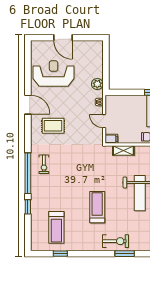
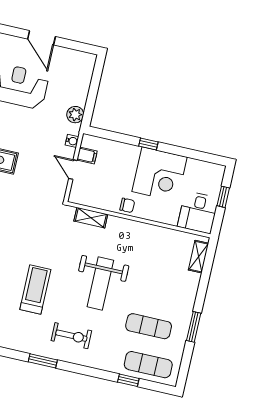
filing cabinet: (111, 139) -> (87, 156), moved
exercise bike: (116, 241) -> (71, 336), moved
window: (125, 254) -> (43, 361), moved

